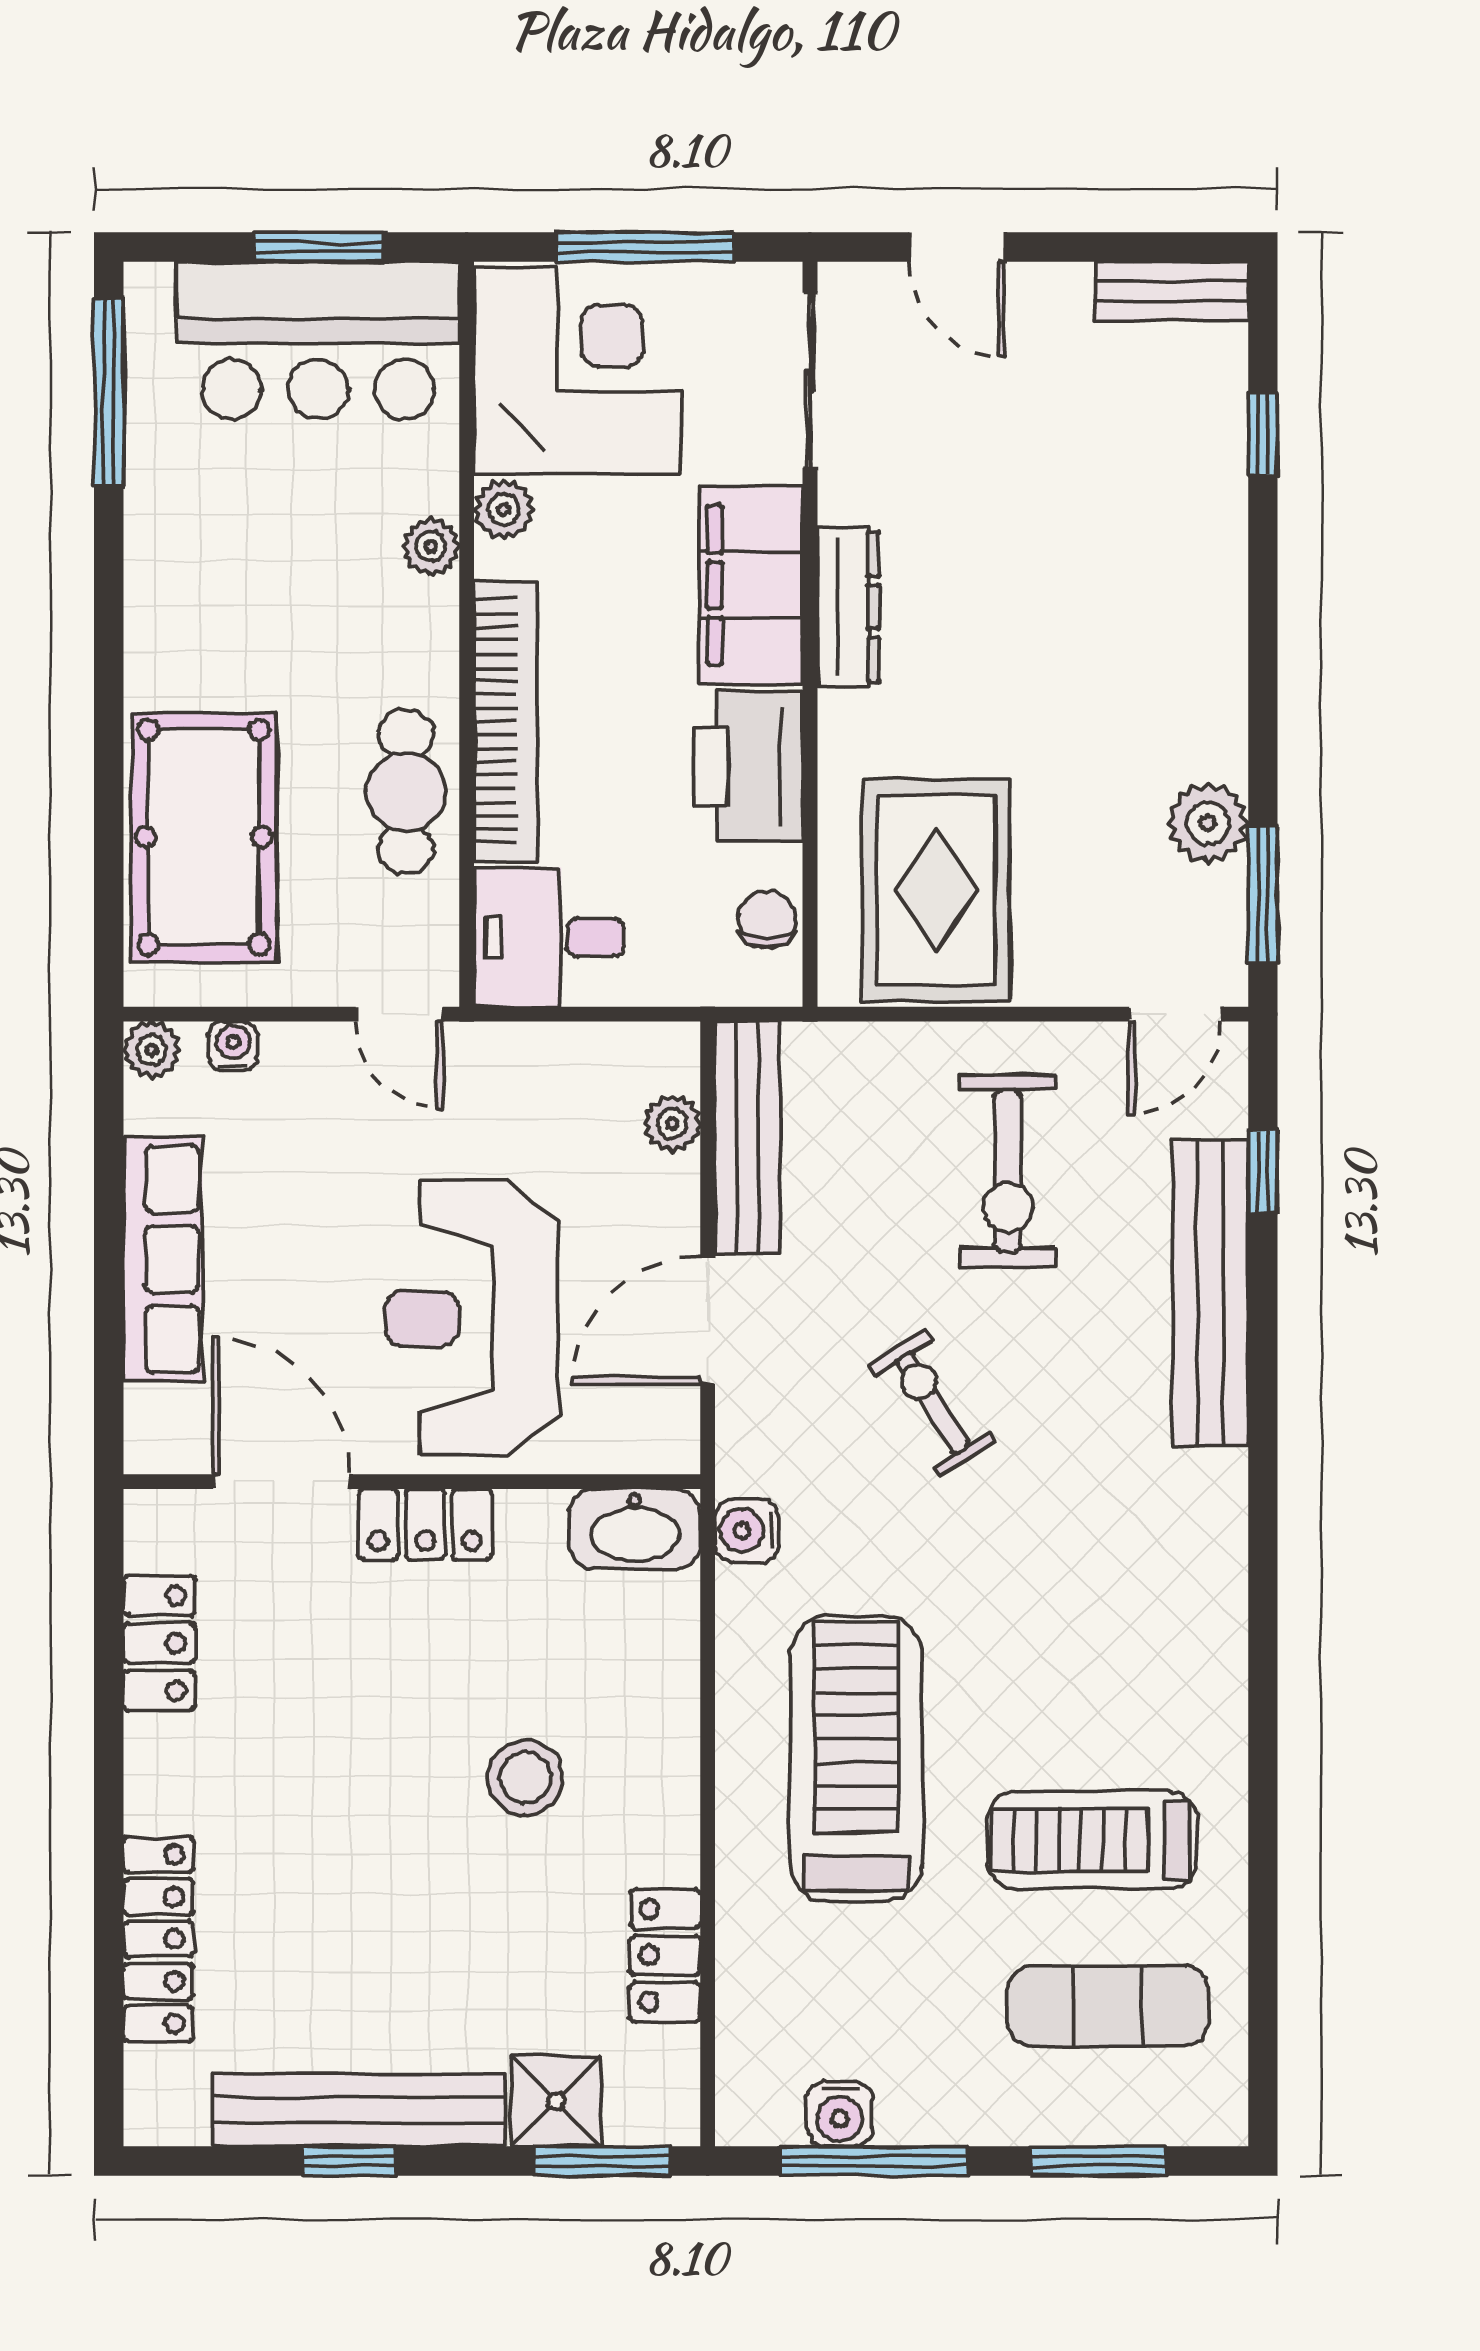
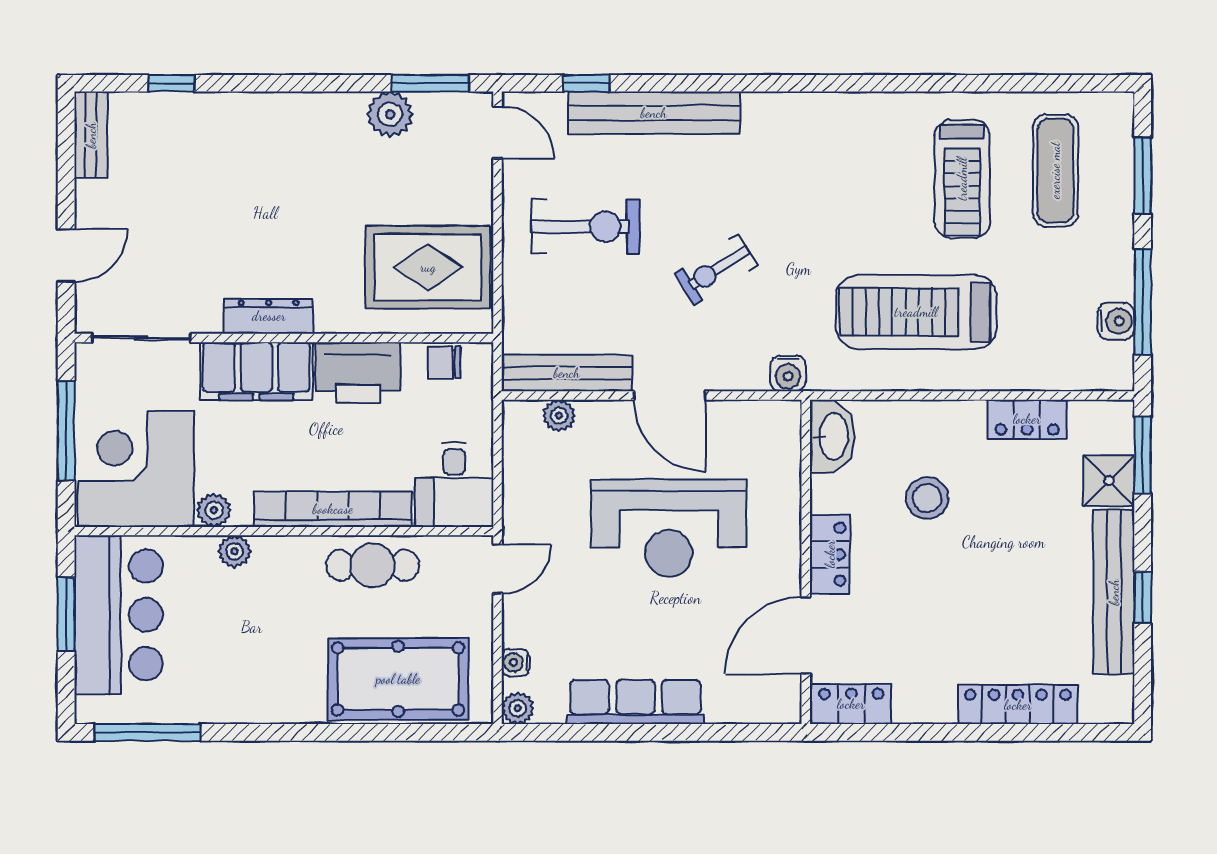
door: (281, 1482) -> (806, 635), moved
wall: (412, 1482) -> (806, 562), moved
locker: (425, 1525) -> (830, 554), moved
washbasin: (635, 1529) -> (832, 436), moved

